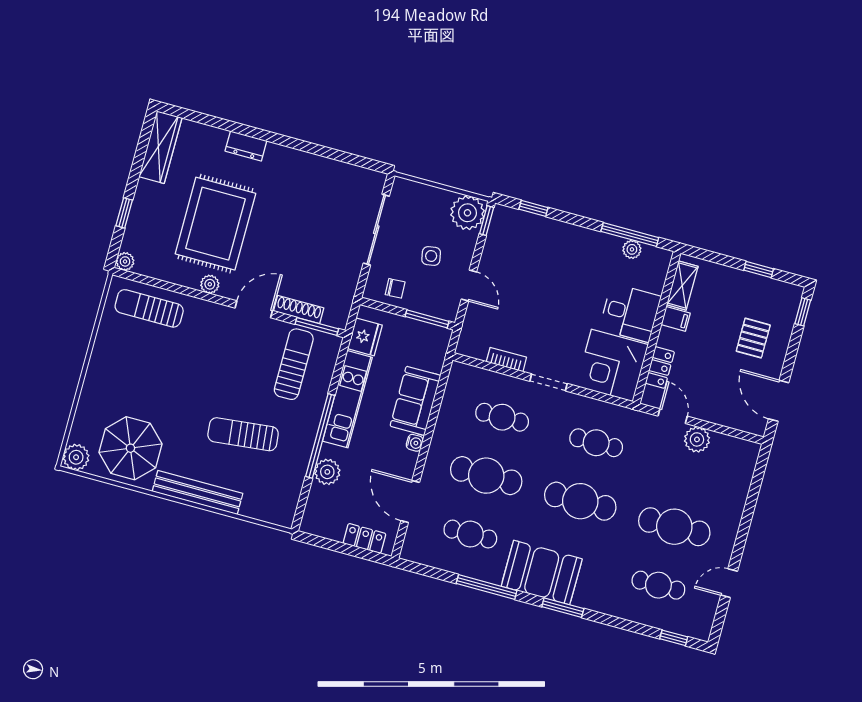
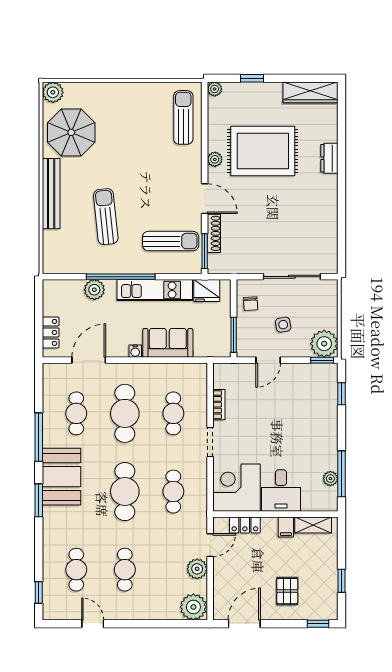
pallet: (753, 338) -> (287, 591), turned 90
plant: (742, 456) -> (193, 607), added
cafe table: (674, 527) -> (125, 570), width x0.73, depth x0.74

